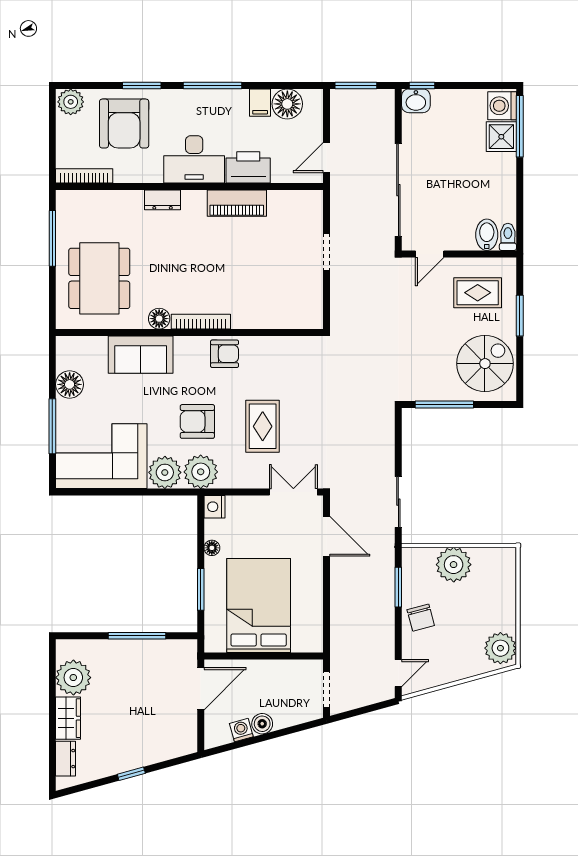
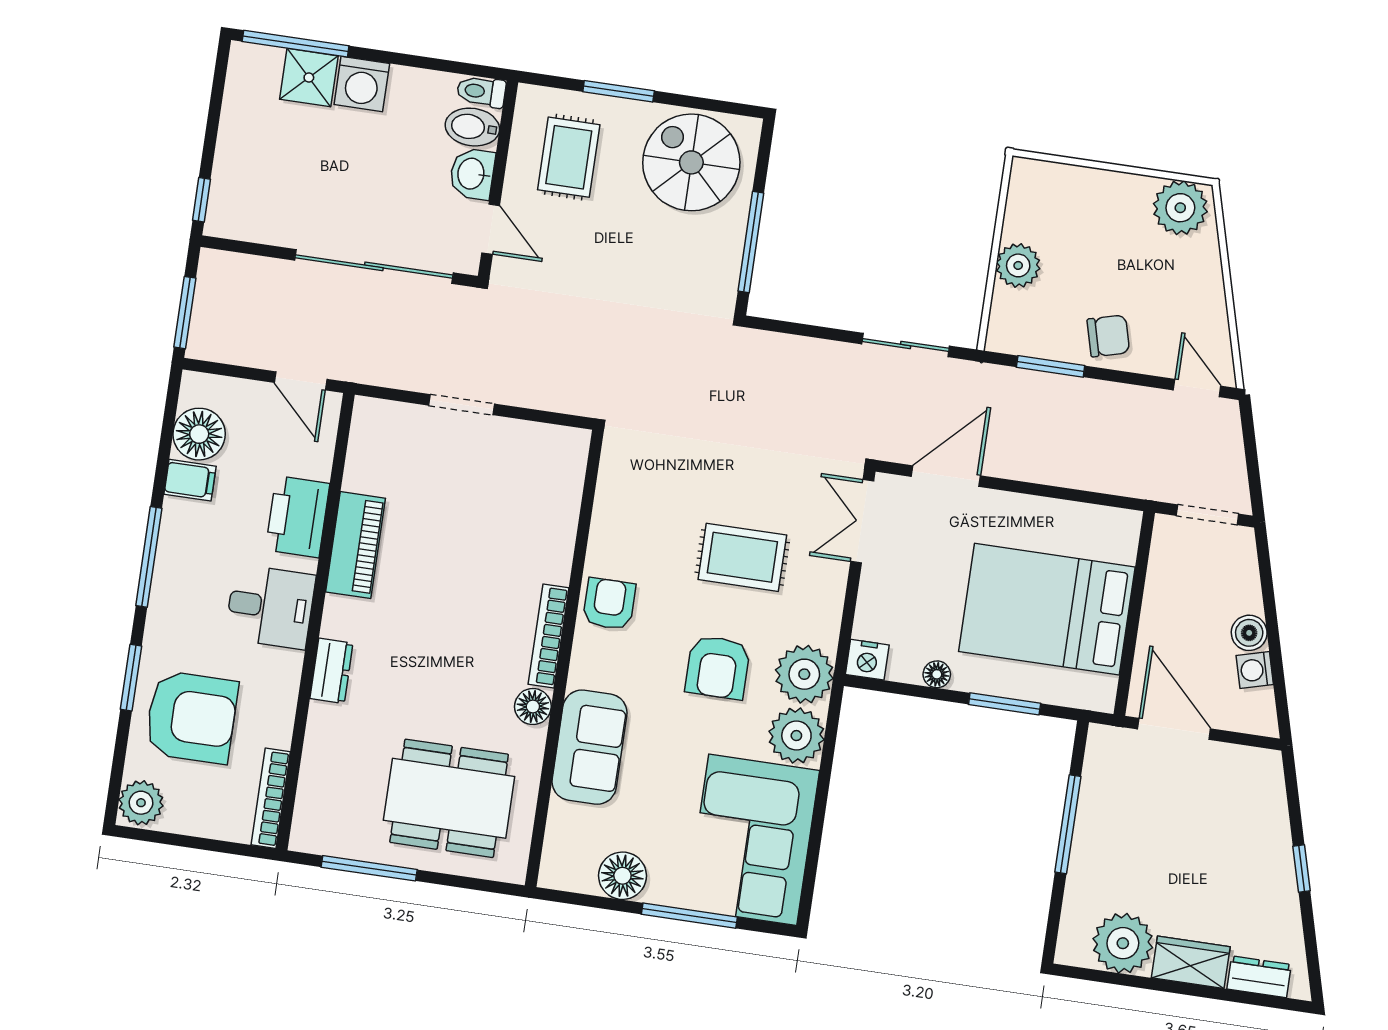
washbasin: (416, 101) -> (472, 174), moved, turned 180
washing machine: (502, 106) -> (362, 84), moved
desk: (194, 159) -> (270, 607), width x0.73
plant: (454, 565) -> (1018, 265), width x0.73, depth x0.73

